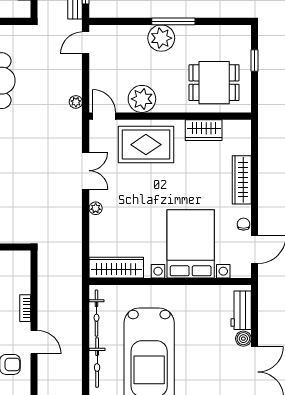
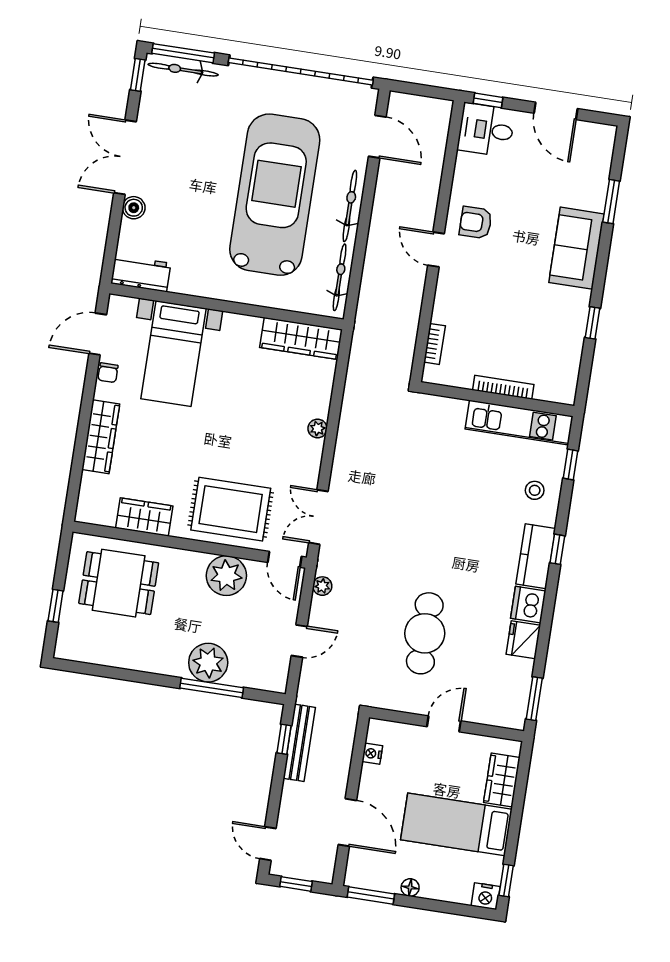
window: (173, 21) -> (212, 688), moved
plant: (161, 38) -> (208, 663), moved
door: (86, 43) -> (299, 641), moved
double door: (86, 171) -> (318, 517), moved
bed with nightstands: (191, 244) -> (174, 354), width x0.73
bookcase: (25, 308) -> (434, 344), moved
workbench: (241, 310) -> (141, 273), moved, turned -90

